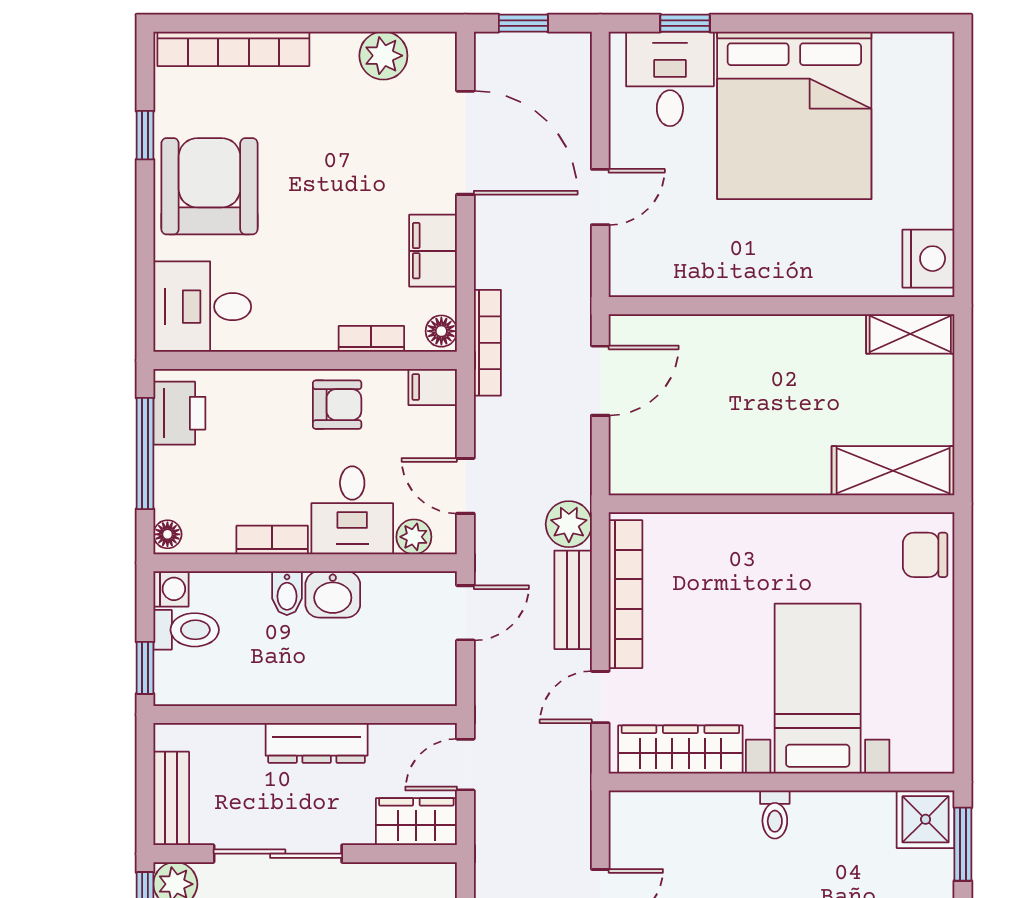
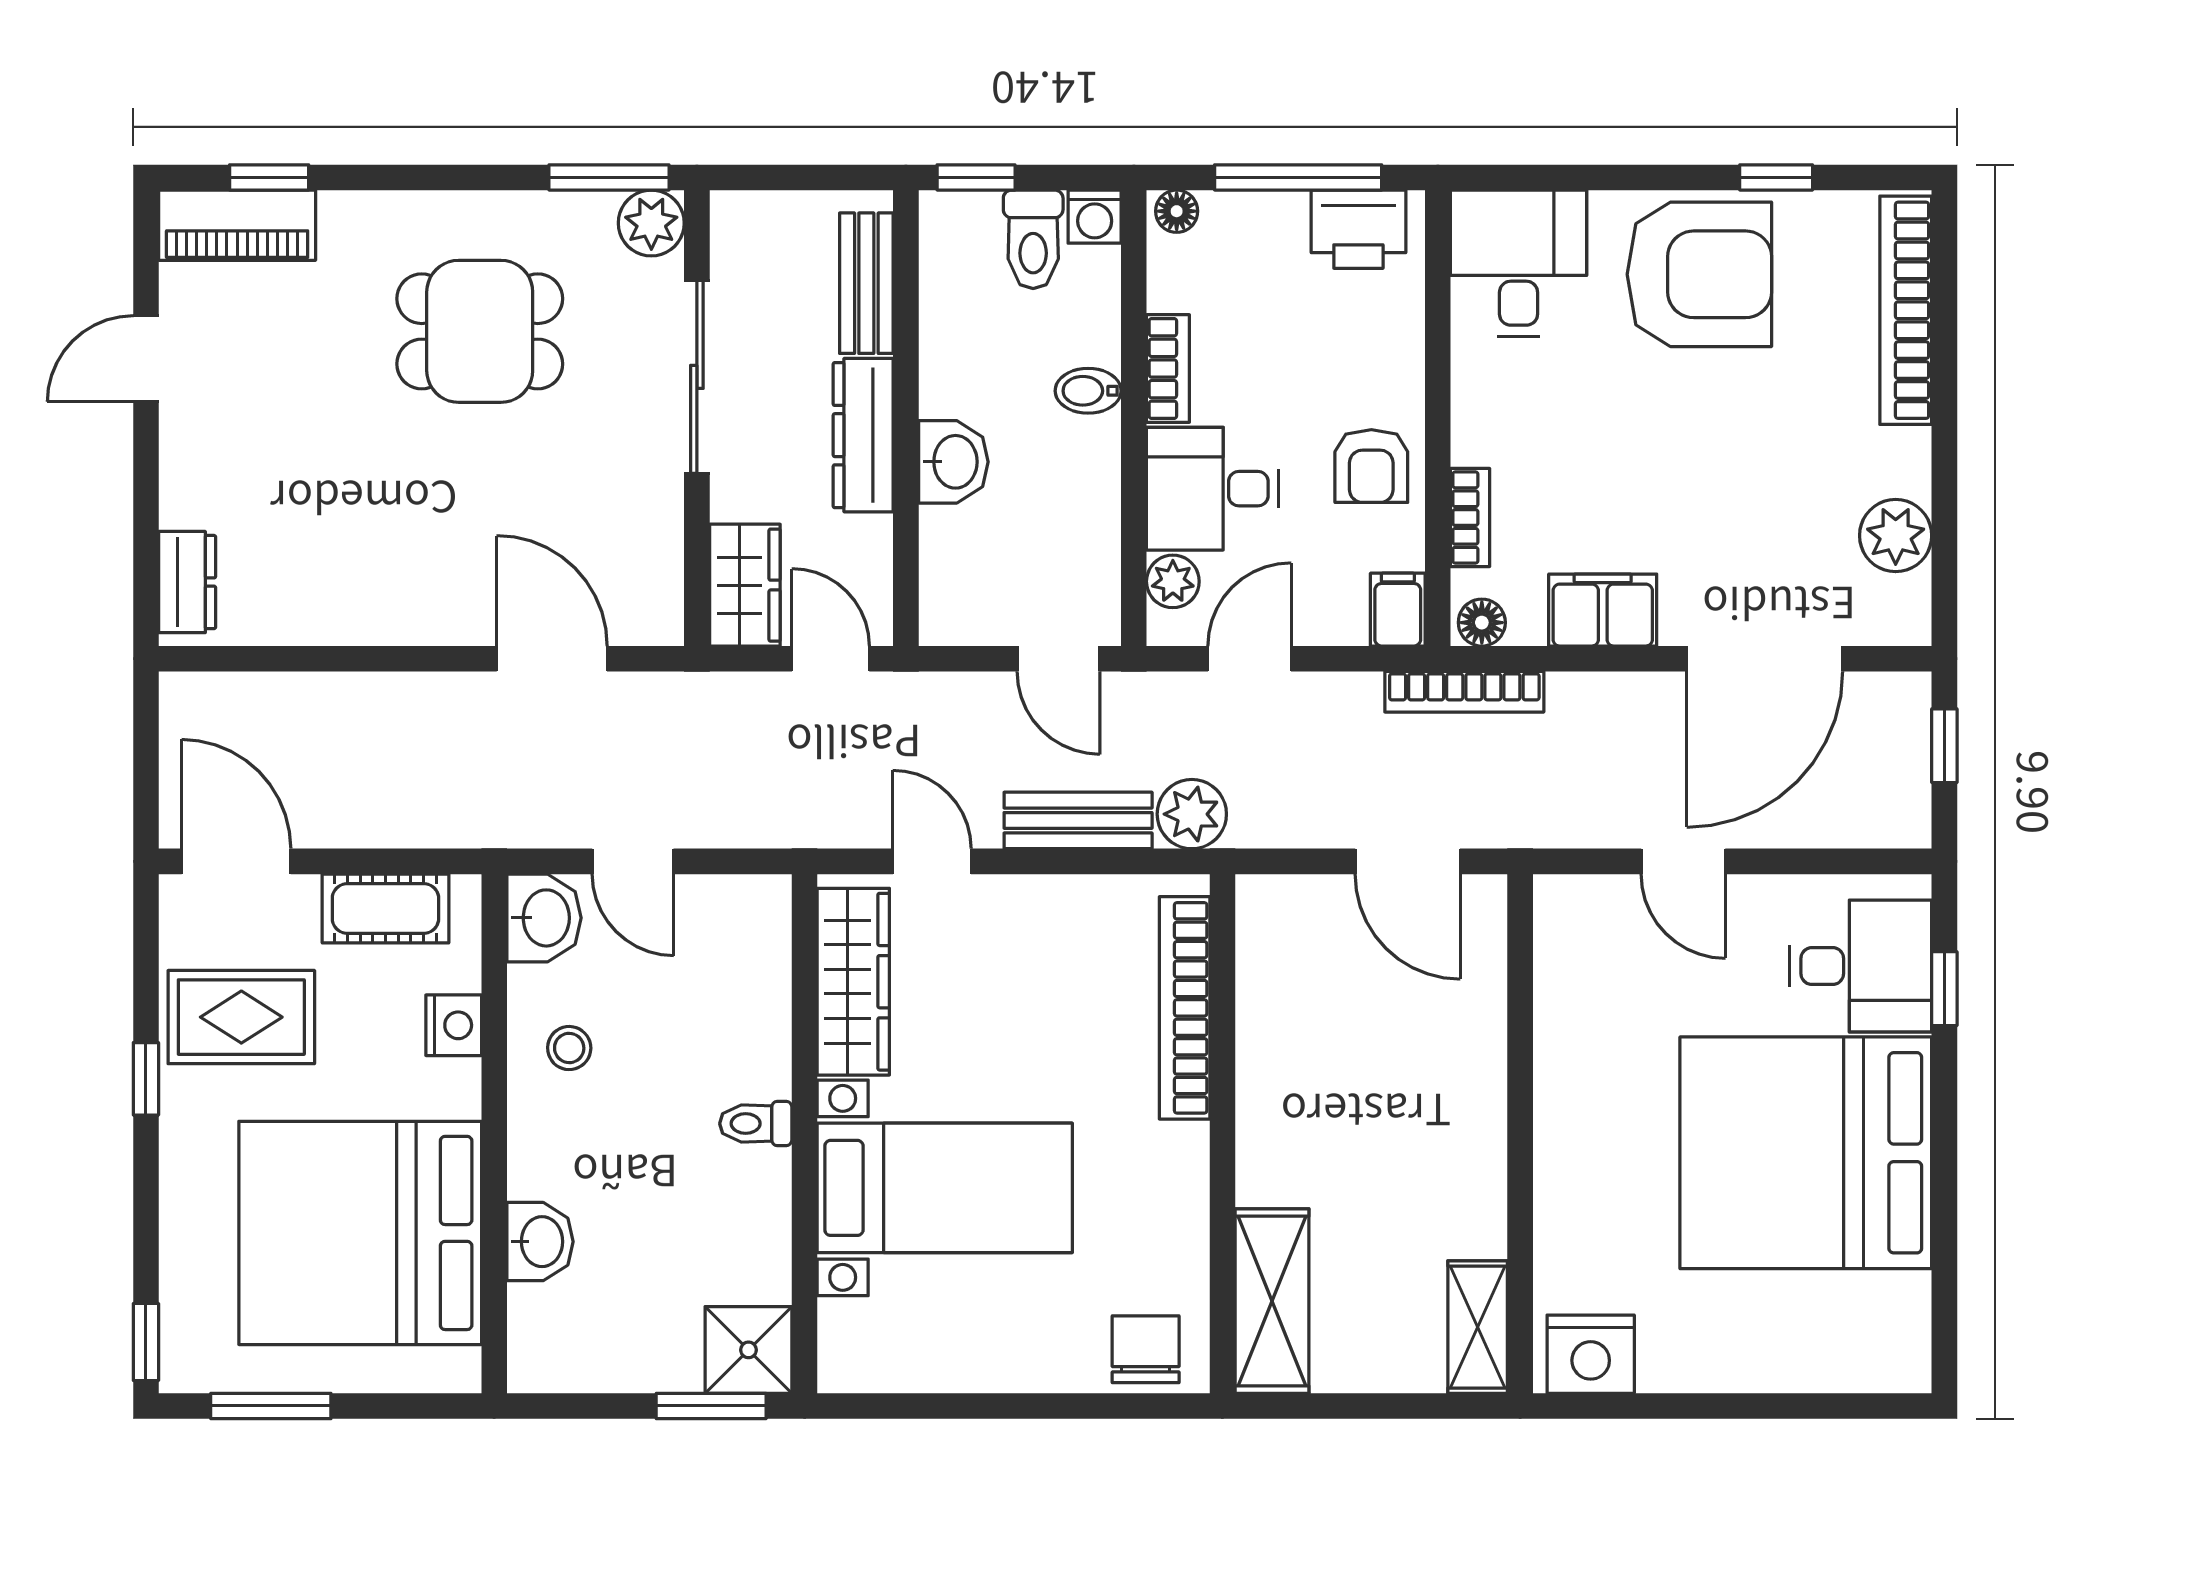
washbasin: (333, 594) -> (953, 462), moved, turned 180
bookcase: (626, 594) -> (1185, 1008), moved, turned 90
bench: (171, 798) -> (866, 283), moved, turned 90

